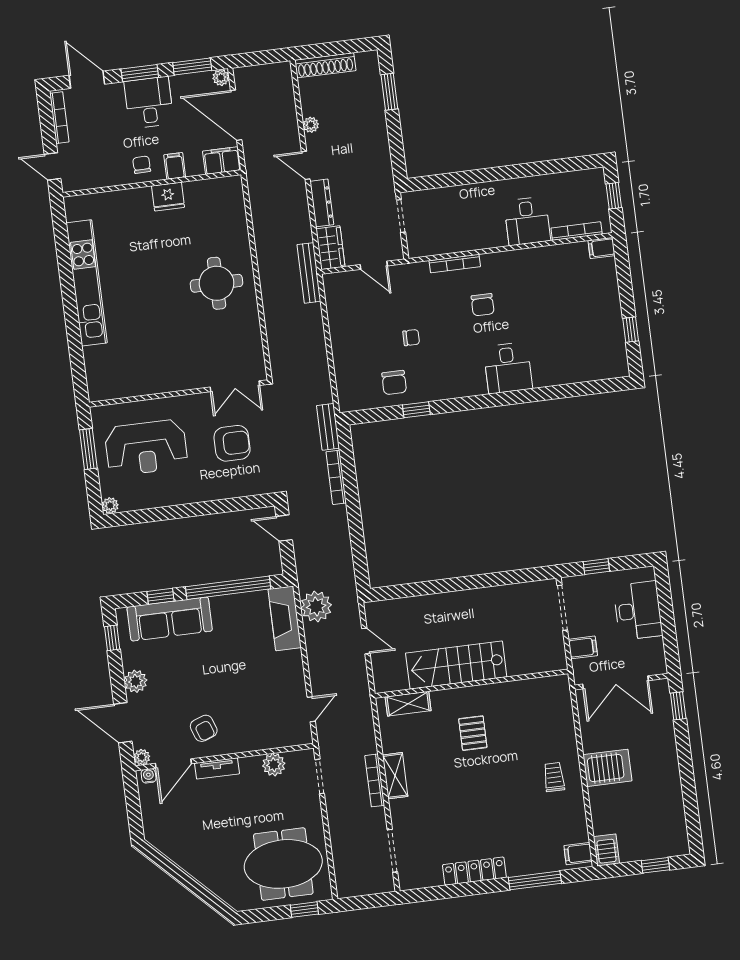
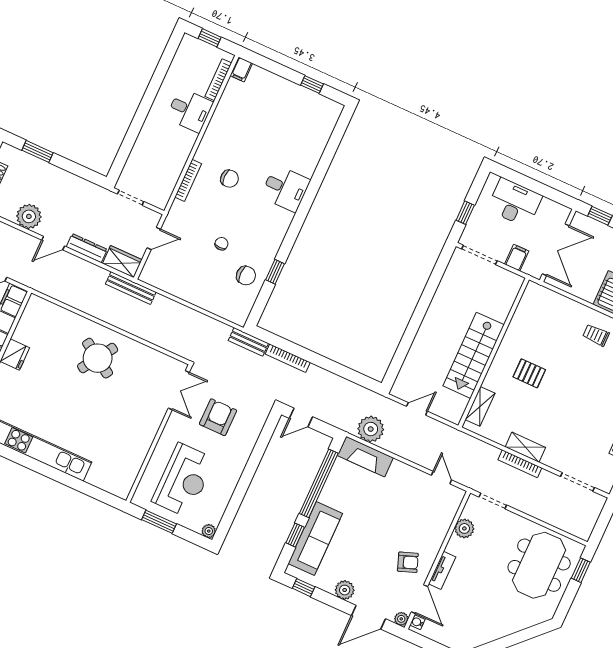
plant: (311, 125) -> (29, 216), width x1.87, depth x1.87
round table: (217, 283) -> (98, 358), turned 33

